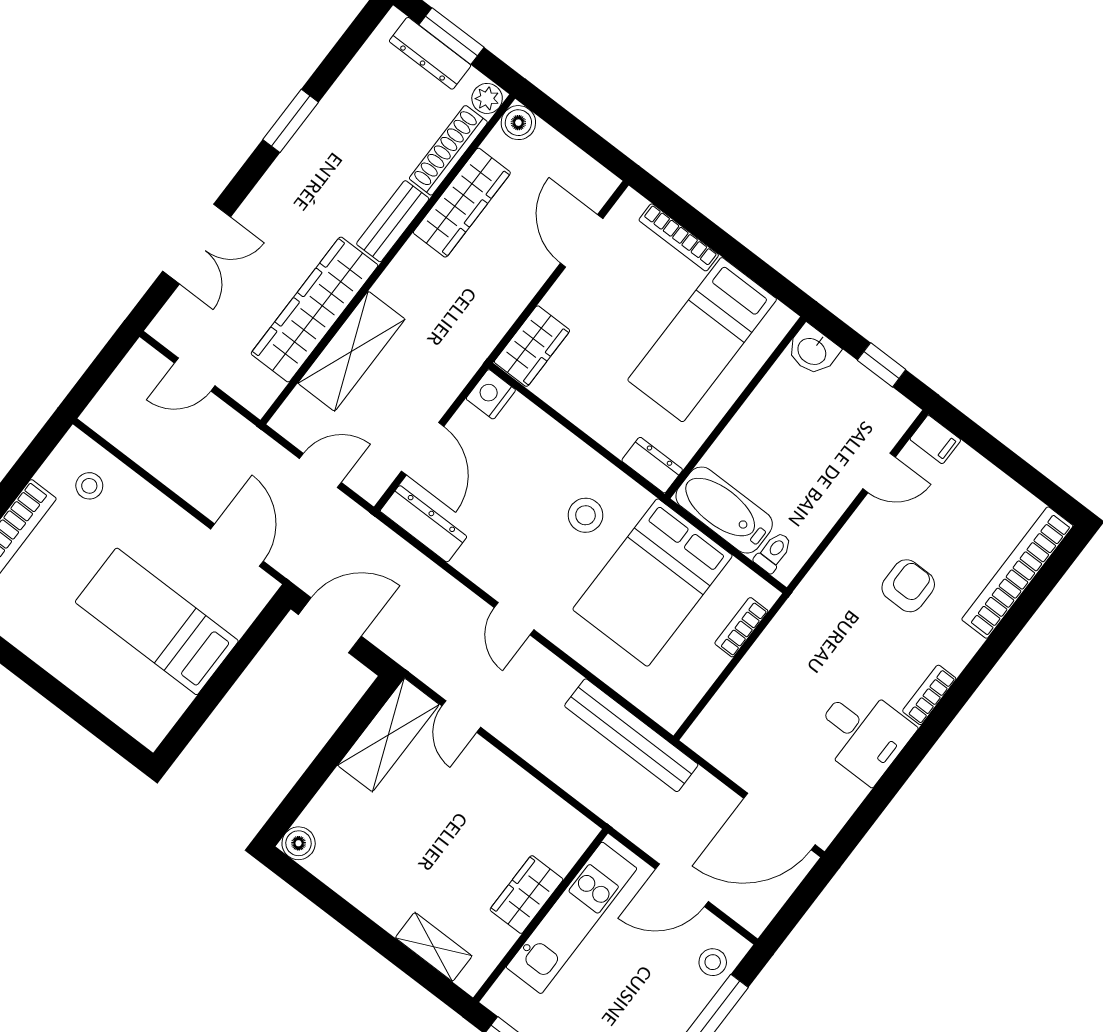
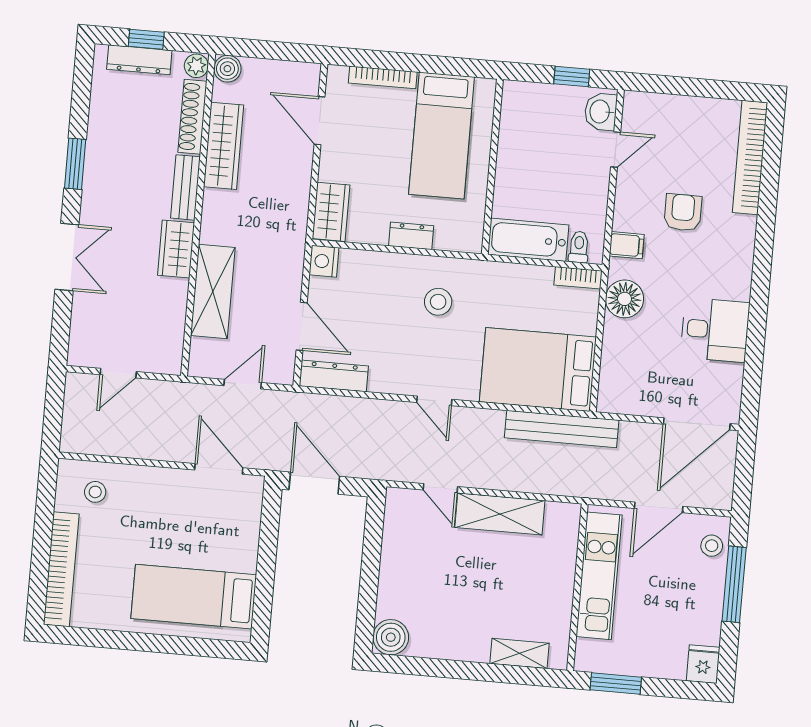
window: (451, 36) -> (146, 39), width x0.67
double door: (197, 244) -> (67, 257), moved
wardrobe: (314, 309) -> (176, 249), width x0.48, depth x0.85
washbasin: (813, 350) -> (601, 112), moved, turned 90
filing cabinet: (935, 440) -> (627, 245), moved
dresser: (652, 465) -> (411, 236), moved
bed: (653, 583) -> (538, 369), moved, turned 90
bed: (157, 621) -> (194, 597), moved
door: (330, 625) -> (314, 483), hinge flipped
bookcase: (741, 627) -> (578, 278), moved, turned -90
floor lamp: (787, 639) -> (625, 299), added
bookcase: (929, 695) -> (743, 276), removed
shelving: (388, 735) -> (500, 514), moved, turned 90
boiler: (299, 843) -> (391, 637), width x1.36, depth x1.36
wardrobe: (526, 895) -> (559, 579), removed

